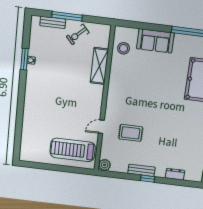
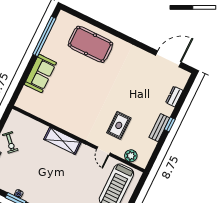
stool: (124, 48) -> (37, 105), removed
shelving: (99, 66) -> (62, 141), moved
plant: (105, 165) -> (131, 156), moved

